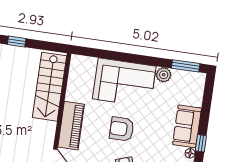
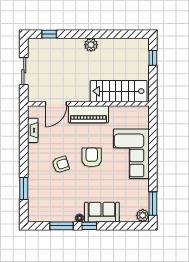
plant: (164, 75) -> (143, 215), moved

